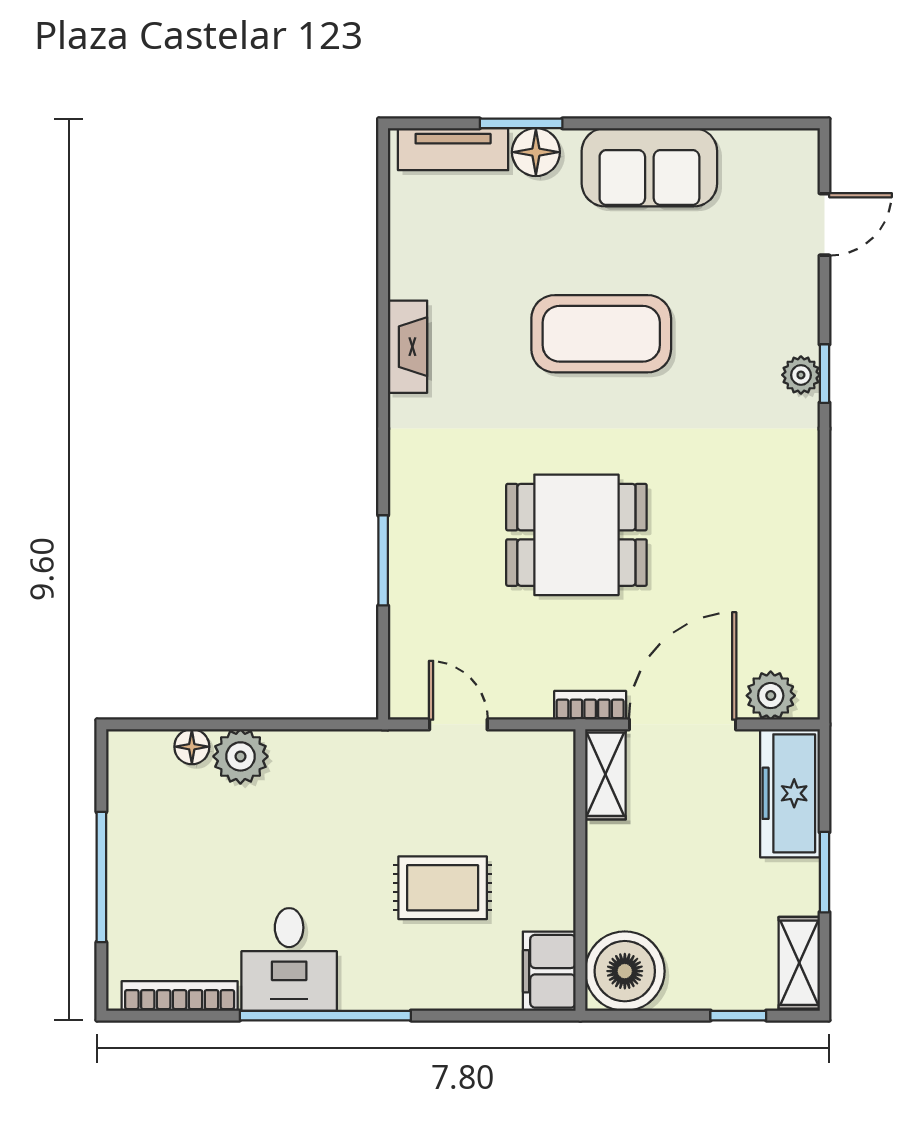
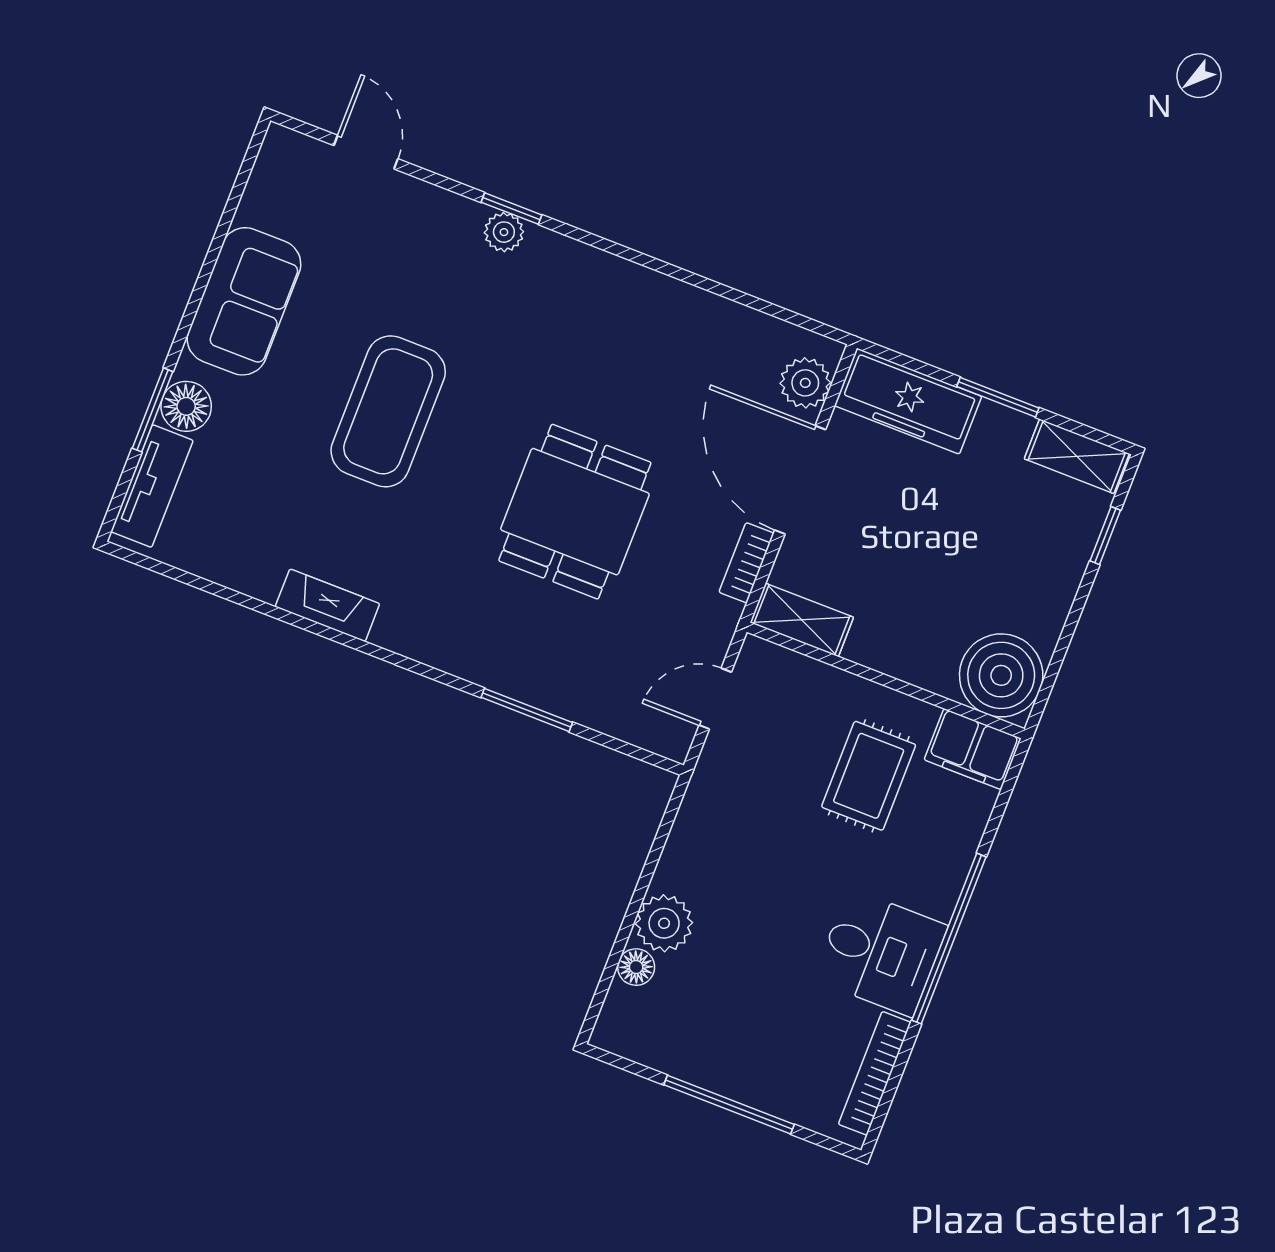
shelving: (605, 774) -> (802, 620), moved
wall: (580, 870) -> (886, 680), moved
filing cabinet: (549, 971) -> (973, 749), moved
boiler: (625, 971) -> (1001, 675), moved

